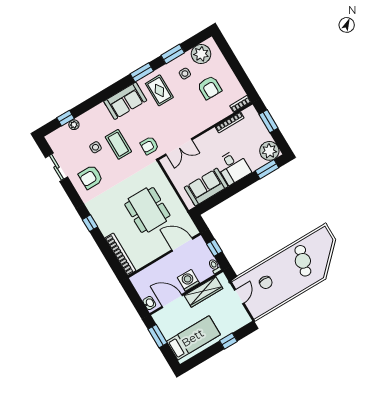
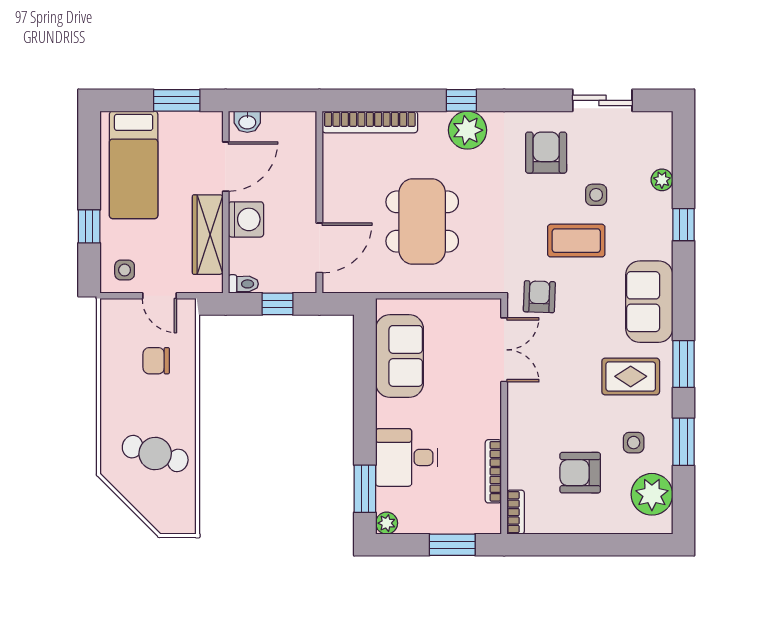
window: (66, 118) -> (683, 225), moved
double door: (179, 147) -> (504, 350), swing flipped
plant: (269, 151) -> (387, 523), width x0.53, depth x0.53
desk: (233, 167) -> (407, 457), moved
dining table: (147, 210) -> (422, 222), turned 90
plant: (100, 214) -> (468, 130), added
side table: (237, 317) -> (125, 270), added

